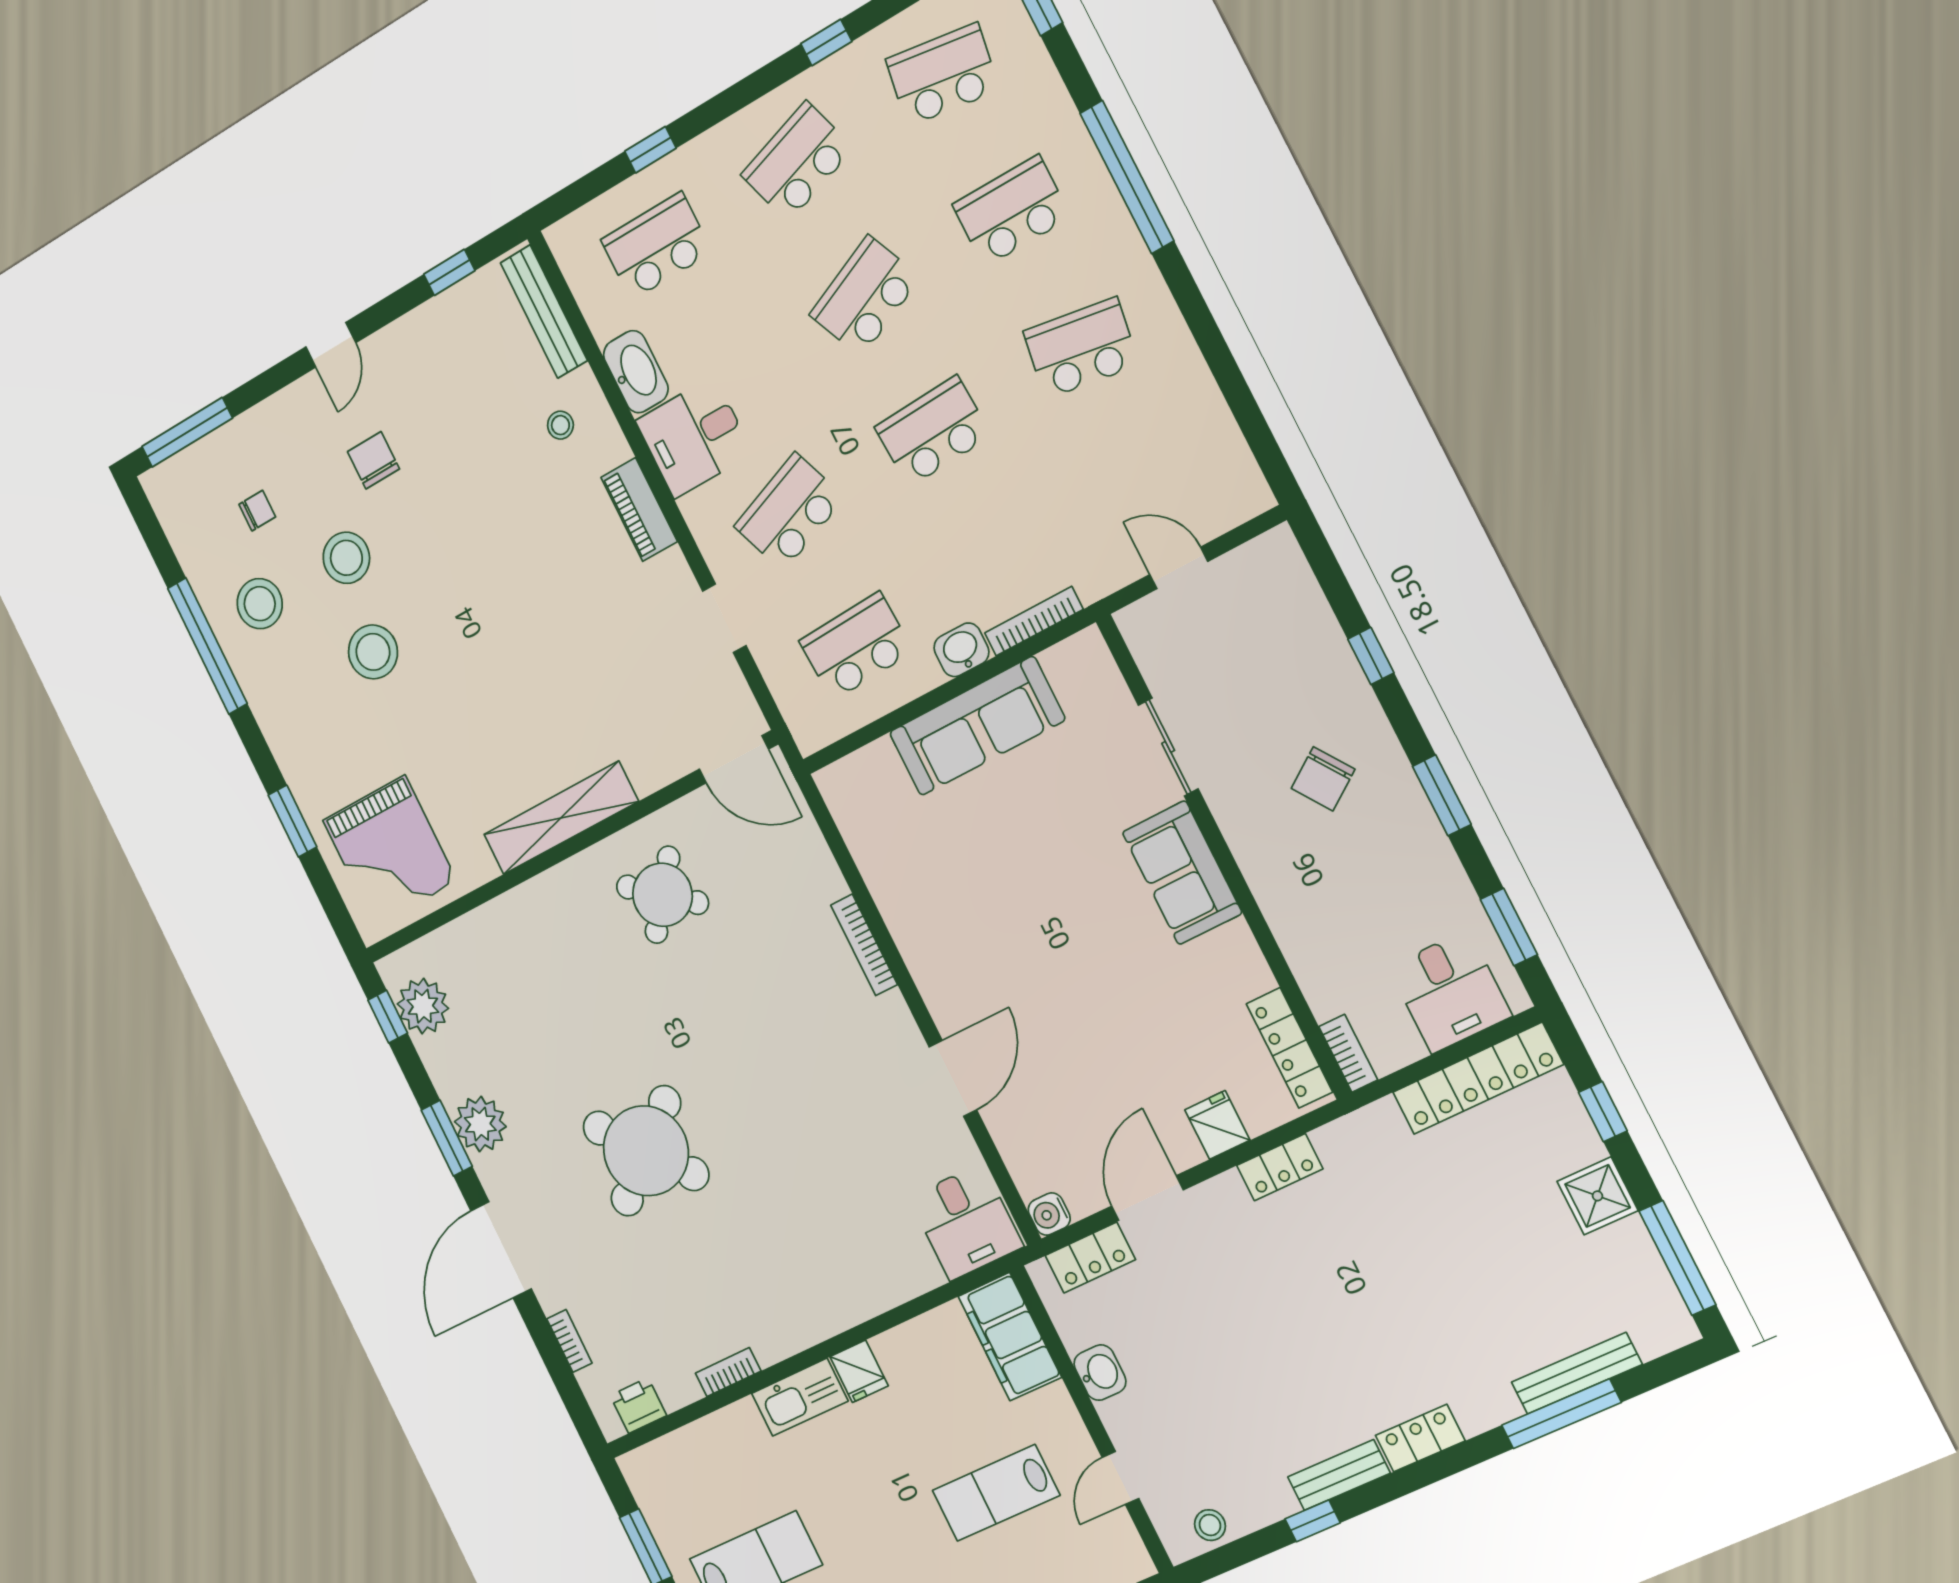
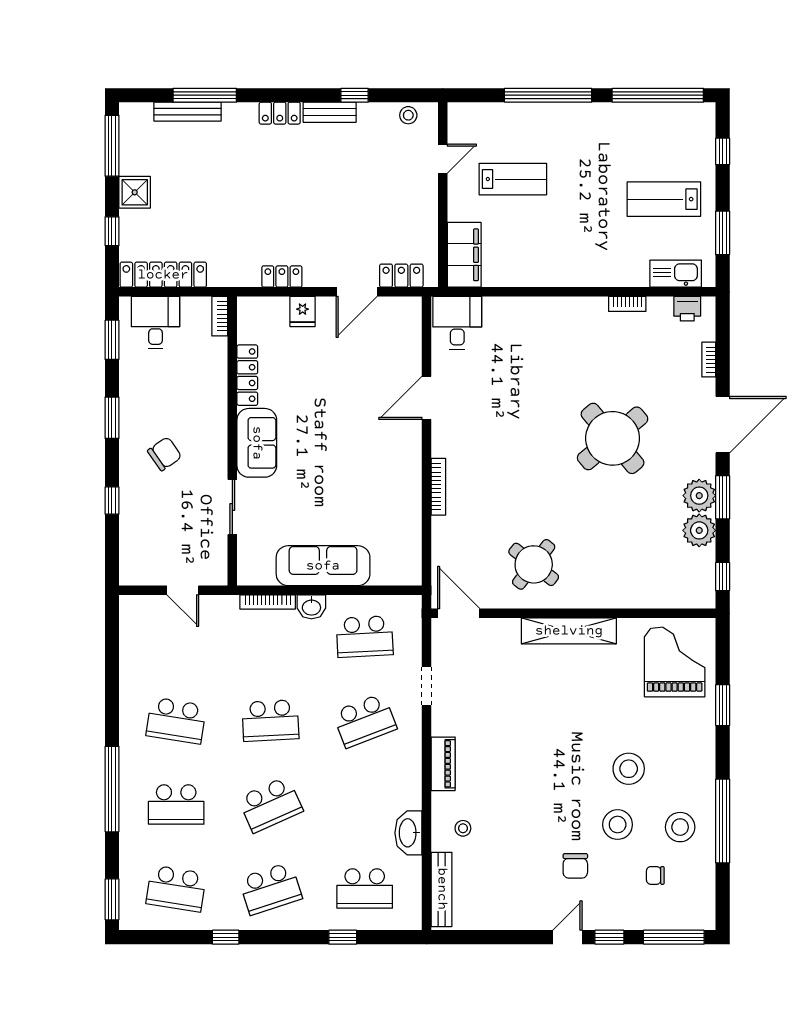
window: (449, 272) -> (609, 937), moved
desk: (694, 437) -> (395, 784), removed
plant: (423, 1006) -> (699, 530), moved
locker: (1289, 1048) -> (247, 375), moved
water cooler: (1049, 1214) -> (411, 307), removed
fridge: (859, 1371) -> (554, 273), removed
washbasin: (1100, 1373) -> (426, 216), removed
kitchen sink: (800, 1397) -> (676, 274), moved

